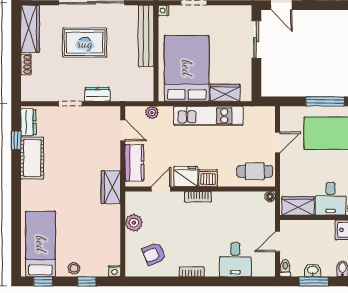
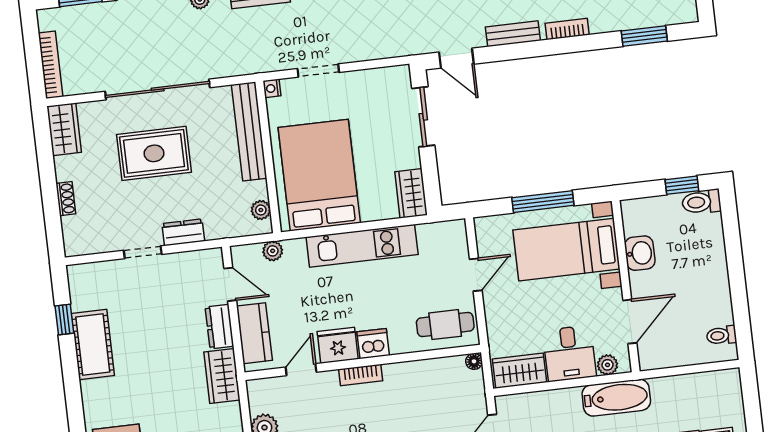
wardrobe: (30, 29) -> (64, 129), width x0.67
plant: (148, 86) -> (261, 210), added
wardrobe: (225, 93) -> (411, 193), moved, turned -90
dresser: (28, 122) -> (219, 327), moved, turned 180

